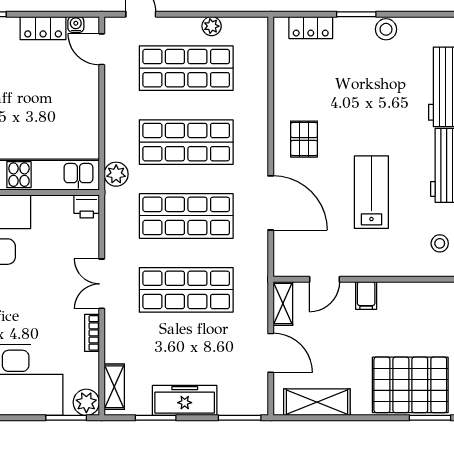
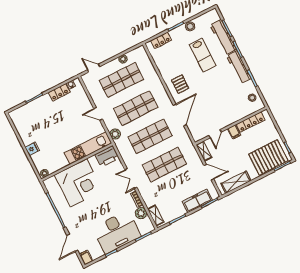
door: (102, 49) -> (98, 114), moved
lab bench: (371, 192) -> (203, 55), moved, turned 180
door: (271, 203) -> (180, 115), hinge flipped
printer: (87, 206) -> (107, 156), width x1.87, depth x1.48
locker: (411, 292) -> (251, 122), added
freezer: (185, 400) -> (197, 201), moved
plant: (86, 402) -> (141, 213), moved

